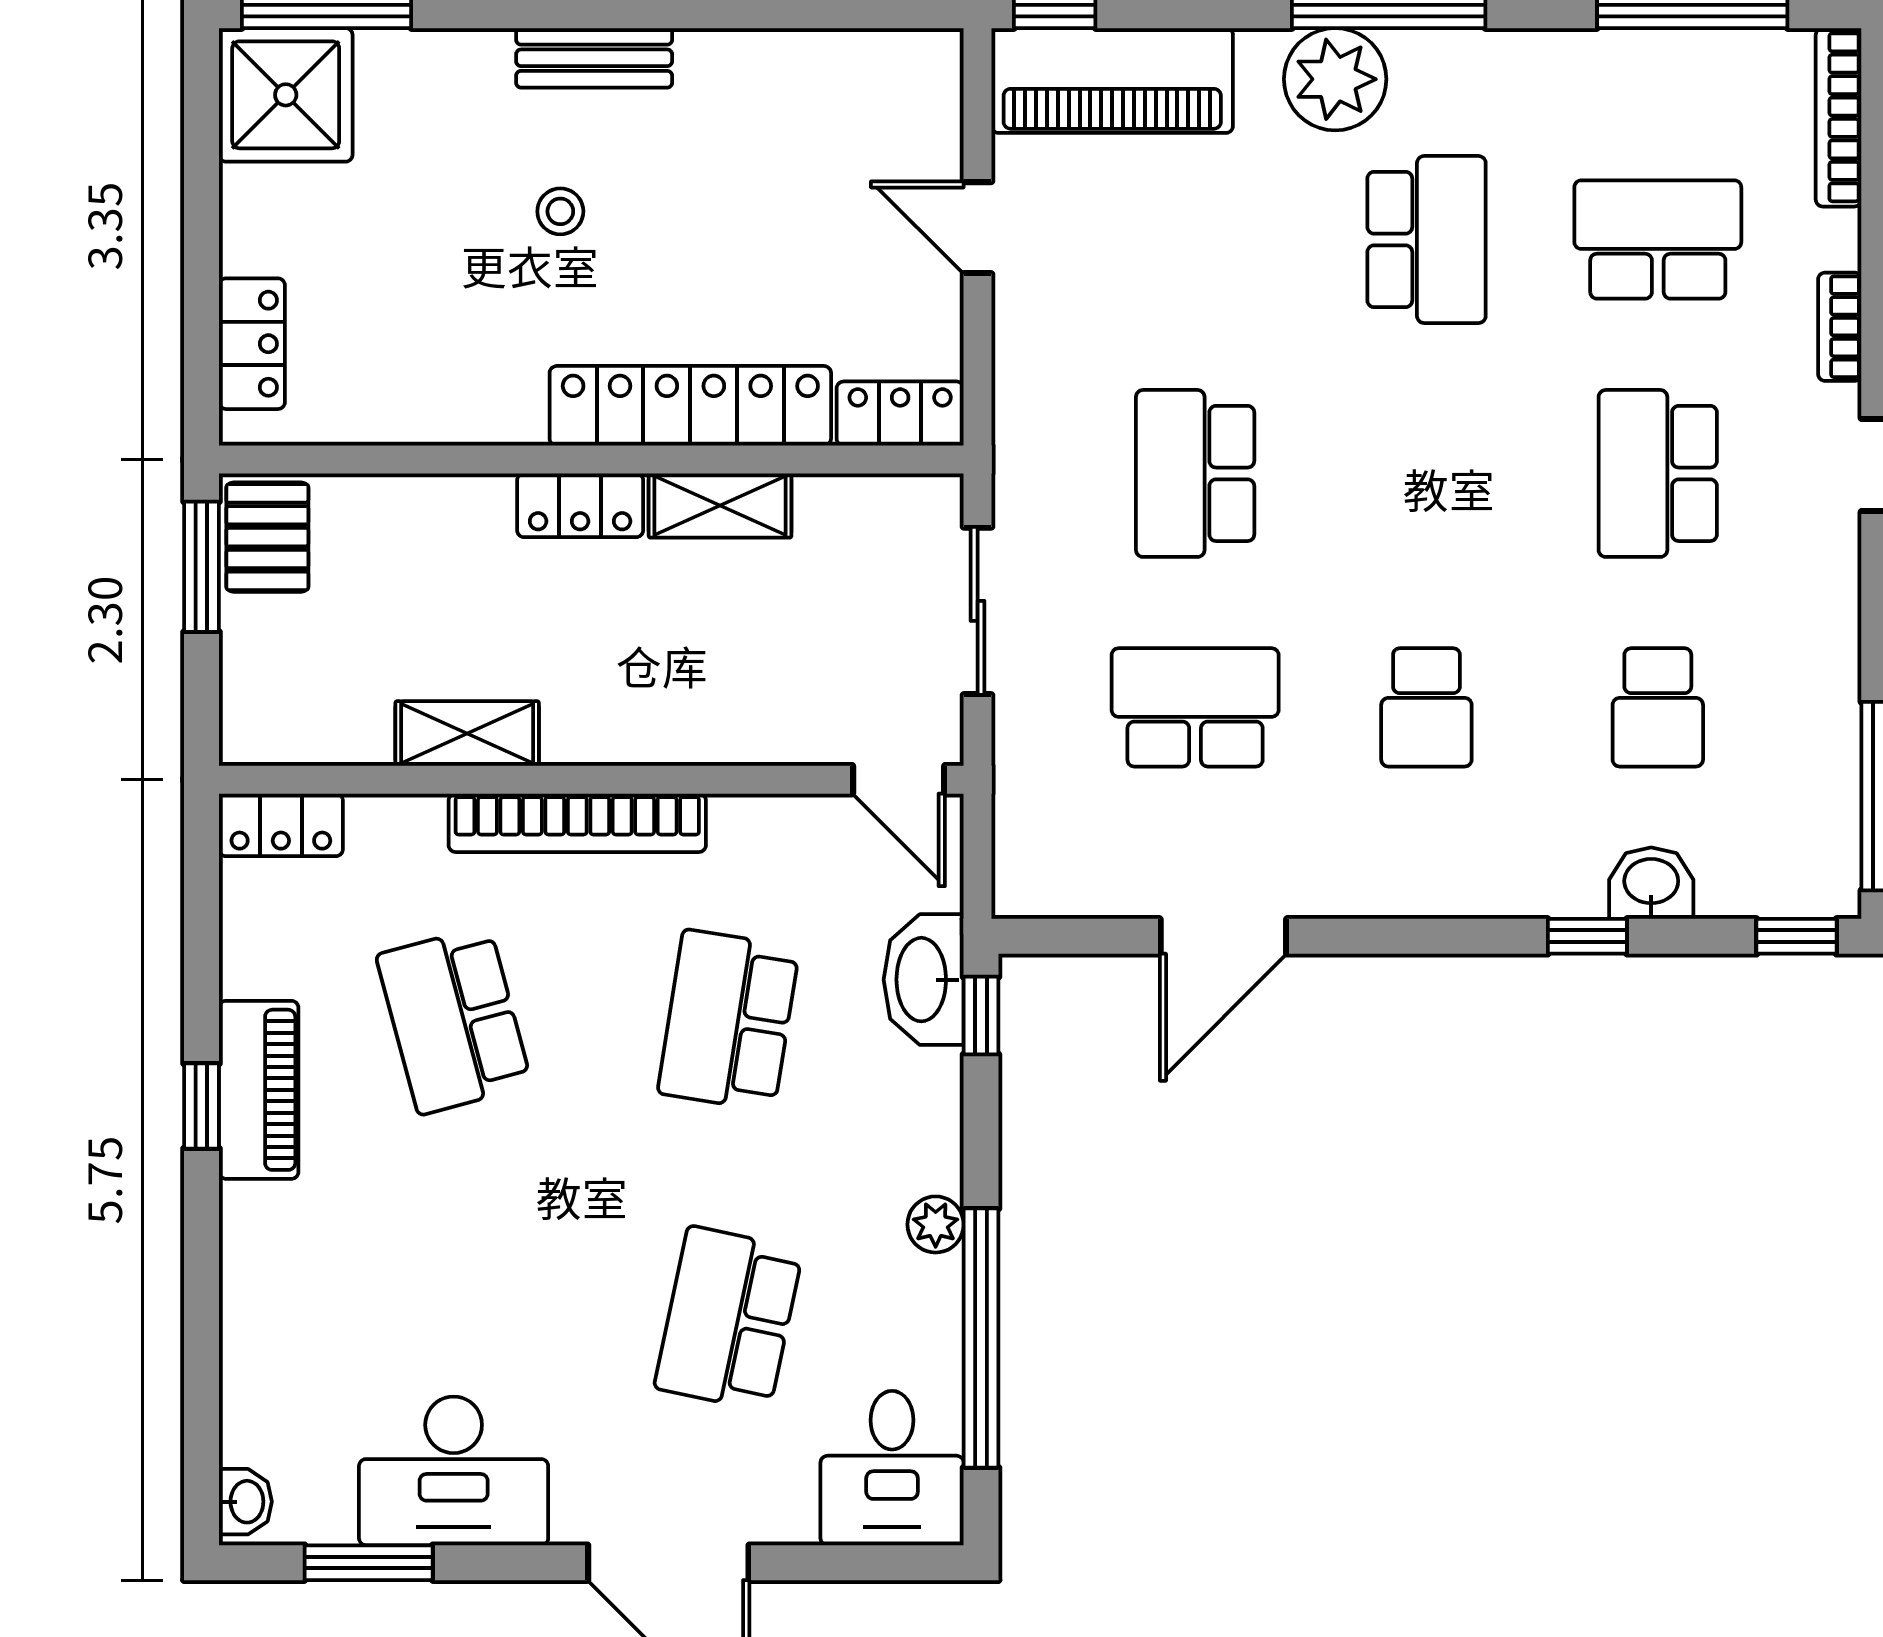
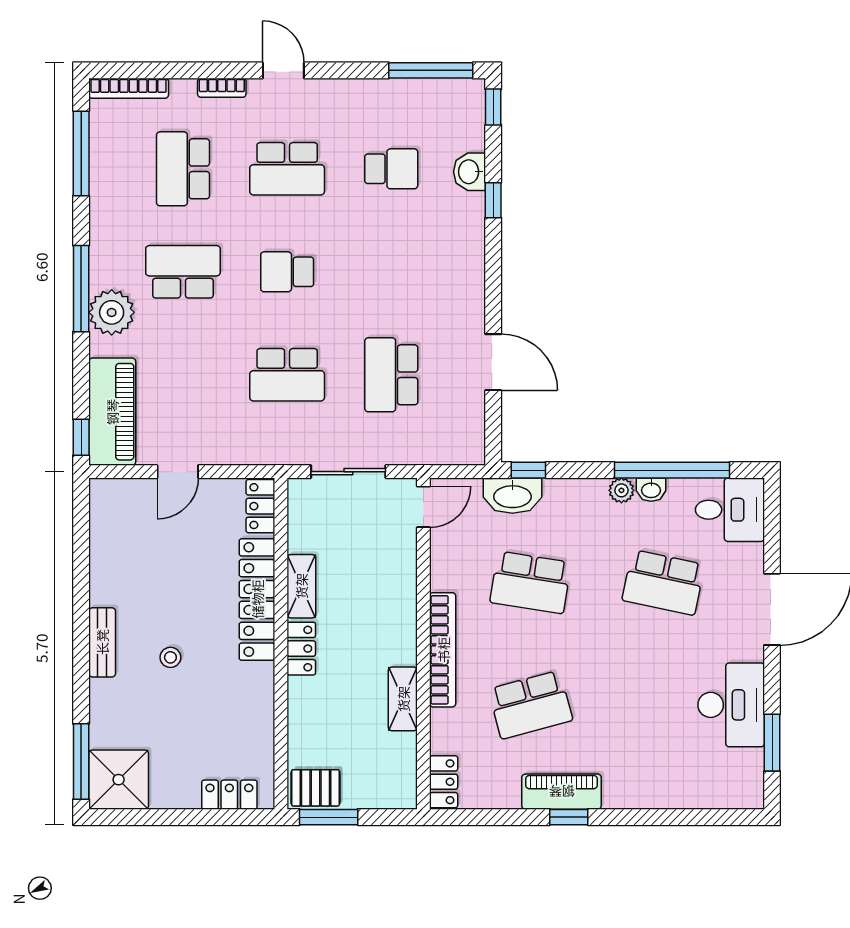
school desk: (1426, 707) -> (287, 272), moved, turned 180
washbasin: (245, 1502) -> (651, 490), moved, turned 180

